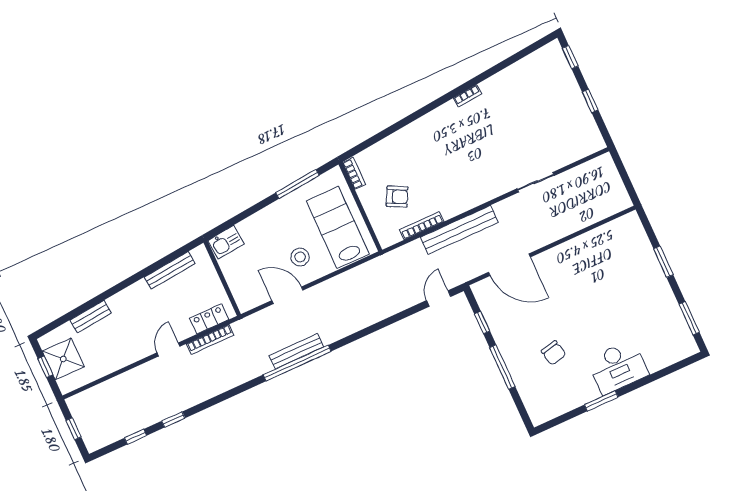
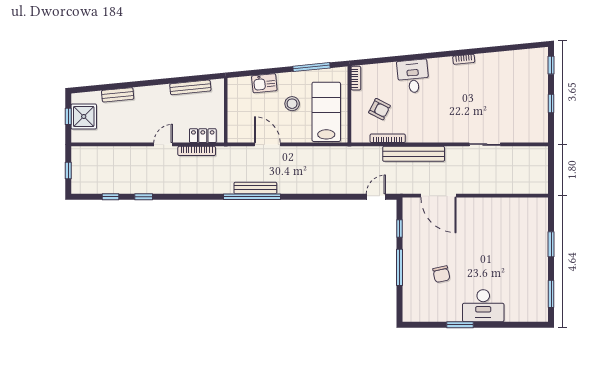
desk: (418, 142) -> (413, 76), added
kitchen sink: (226, 242) -> (264, 83), moved
stool: (300, 257) -> (292, 104), moved

